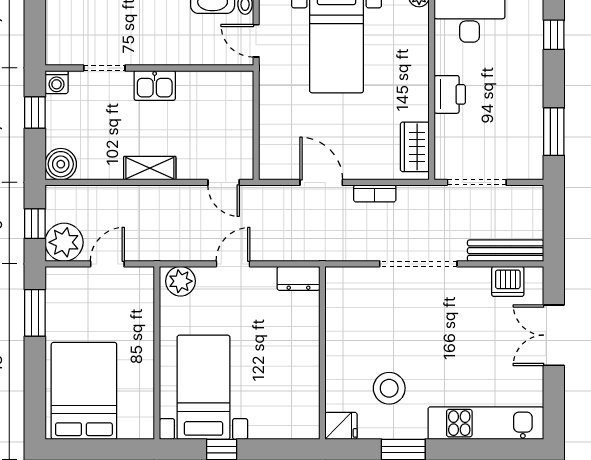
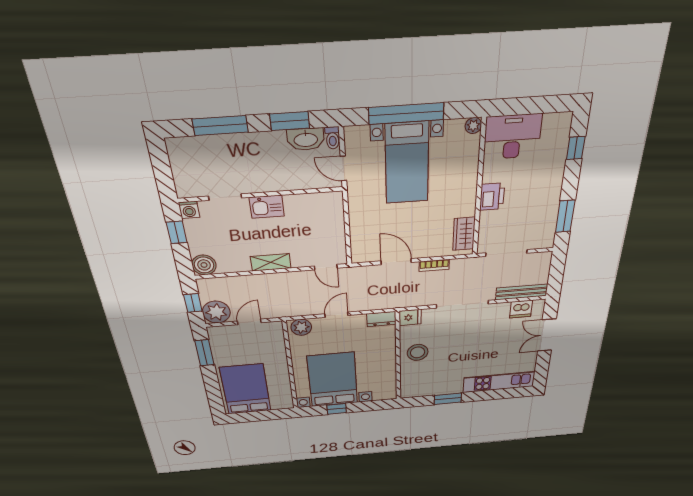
bed with nightstands: (204, 387) -> (333, 380), width x1.36
stool: (389, 388) -> (418, 352), moved
fridge: (341, 426) -> (410, 317), moved

